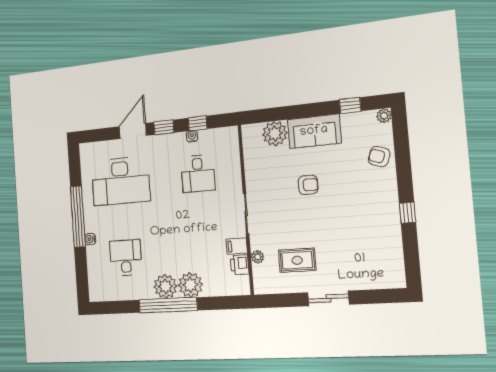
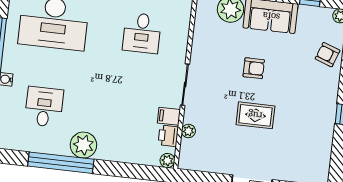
rug: (297, 260) -> (255, 115), moved
plant: (190, 285) -> (167, 161), moved, width x0.53, depth x0.53
window: (168, 305) -> (61, 163), moved

